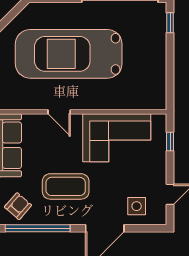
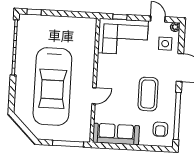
corner sofa: (117, 138) -> (123, 37), moved, turned 90
armchair: (18, 206) -> (160, 129), turned -131
plant: (160, 219) -> (175, 27), added

